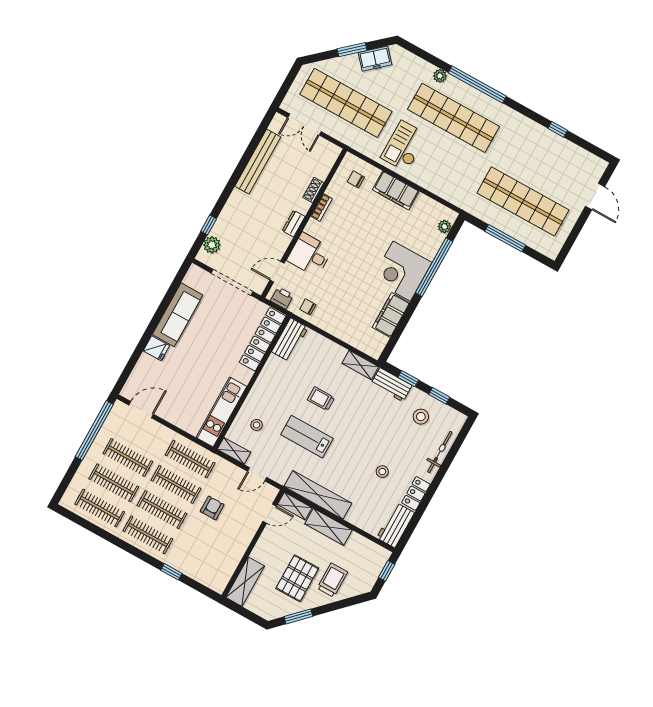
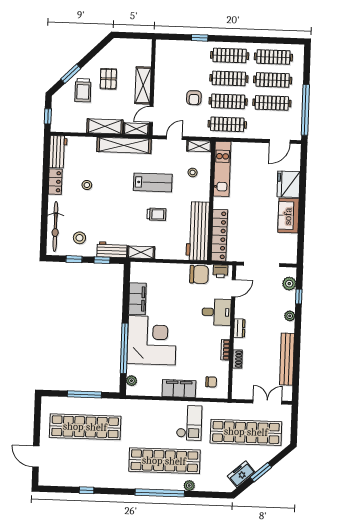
plant: (230, 208) -> (290, 316), added
corner desk: (402, 271) -> (152, 340), width x1.36, depth x1.36
chair: (308, 307) -> (199, 274), width x1.87, depth x1.87
sofa: (178, 315) -> (288, 216), width x0.73
workbench: (290, 340) -> (198, 231), width x1.88, depth x1.32
fridge: (156, 348) -> (289, 184), width x1.88, depth x1.34
bicycle: (440, 452) -> (55, 226), width x1.37, depth x1.40
pallet: (297, 578) -> (108, 79), width x0.67, depth x0.71
shelving: (245, 582) -> (143, 85), moved
window: (298, 616) -> (71, 74), moved

